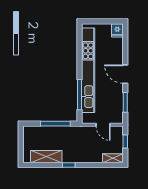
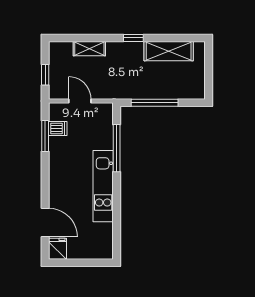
kitchen unit: (88, 70) -> (103, 186), width x0.54
door: (125, 74) -> (45, 223), moved
dishwasher: (117, 107) -> (58, 128), added
shelving: (113, 158) -> (89, 49), moved

